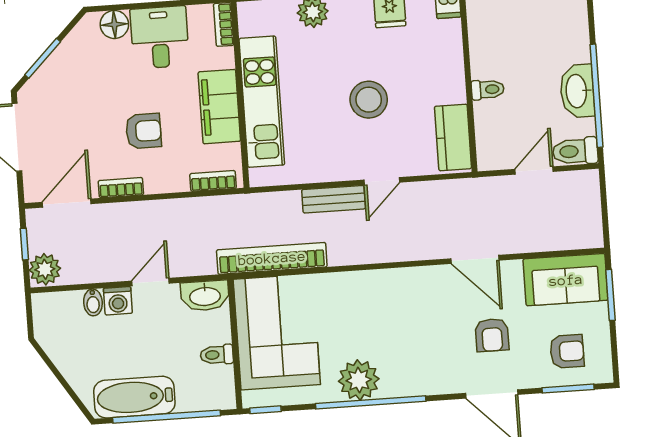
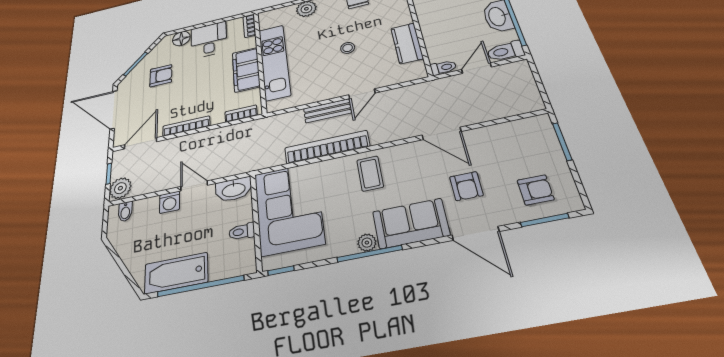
toilet: (488, 90) -> (443, 68), moved
stool: (369, 100) -> (348, 48), width x0.53, depth x0.53
armchair: (144, 131) -> (161, 76), moved
kitchen counter: (453, 137) -> (407, 43), moved
bookcase: (121, 188) -> (186, 126), width x1.56
bookcase: (272, 258) -> (327, 147), moved
sofa: (566, 280) -> (411, 223), moved, turned 180
door: (151, 282) -> (194, 186), hinge flipped
coffee table: (381, 301) -> (370, 174), added
bidet: (93, 302) -> (125, 212), moved
plant: (359, 380) -> (367, 243), width x0.53, depth x0.53
window: (371, 402) -> (370, 254), width x0.68

